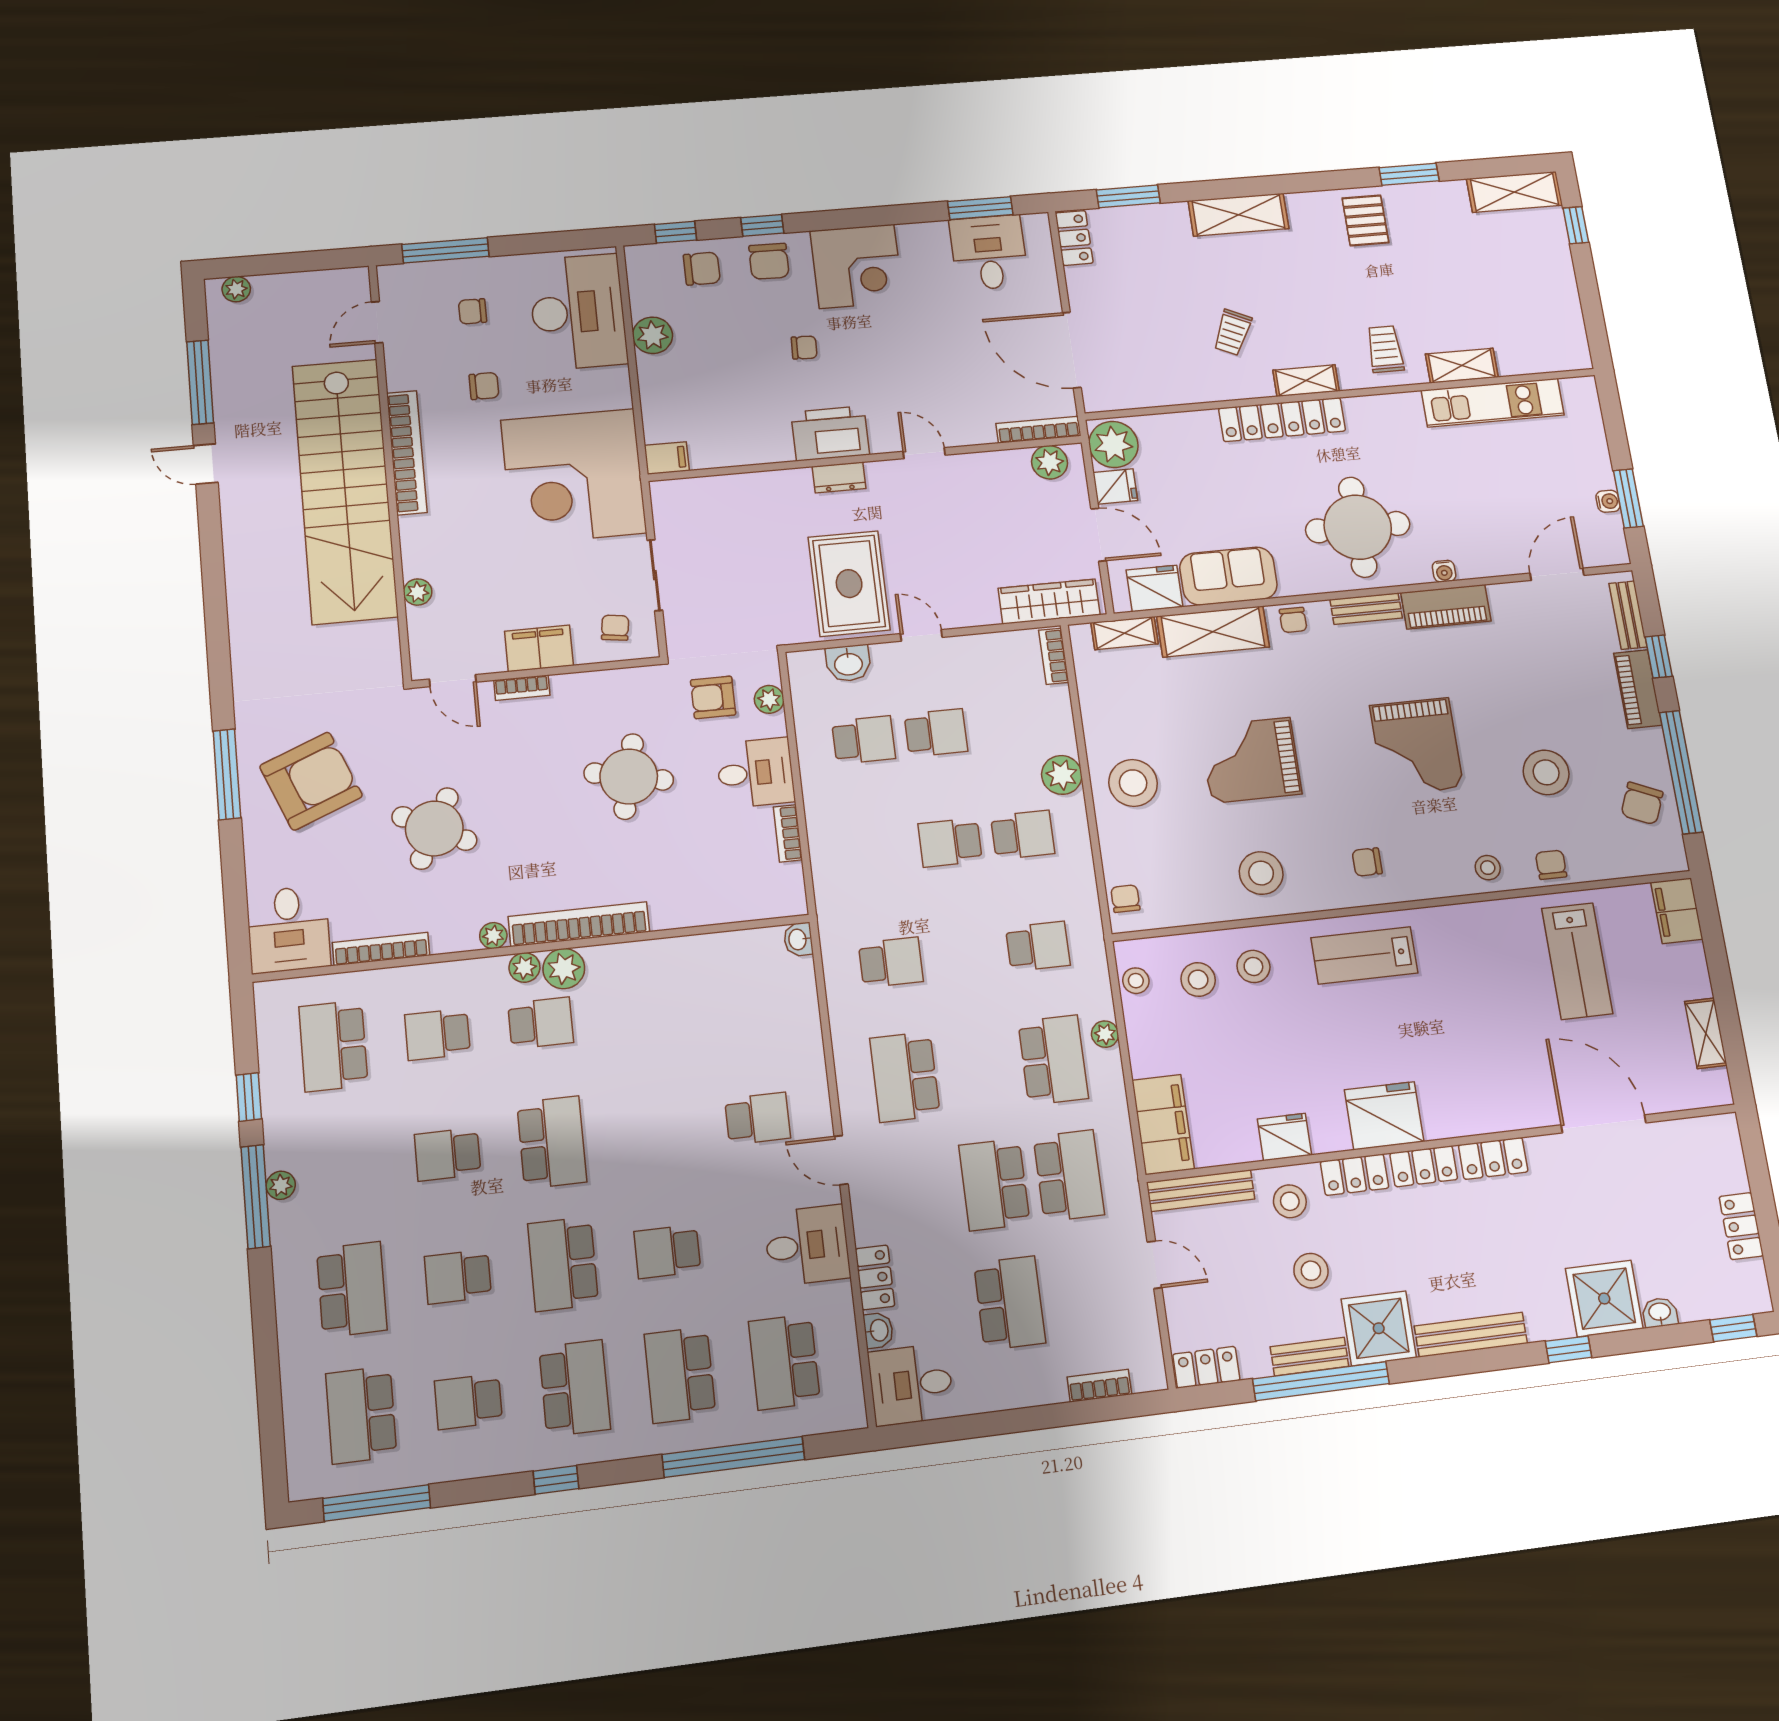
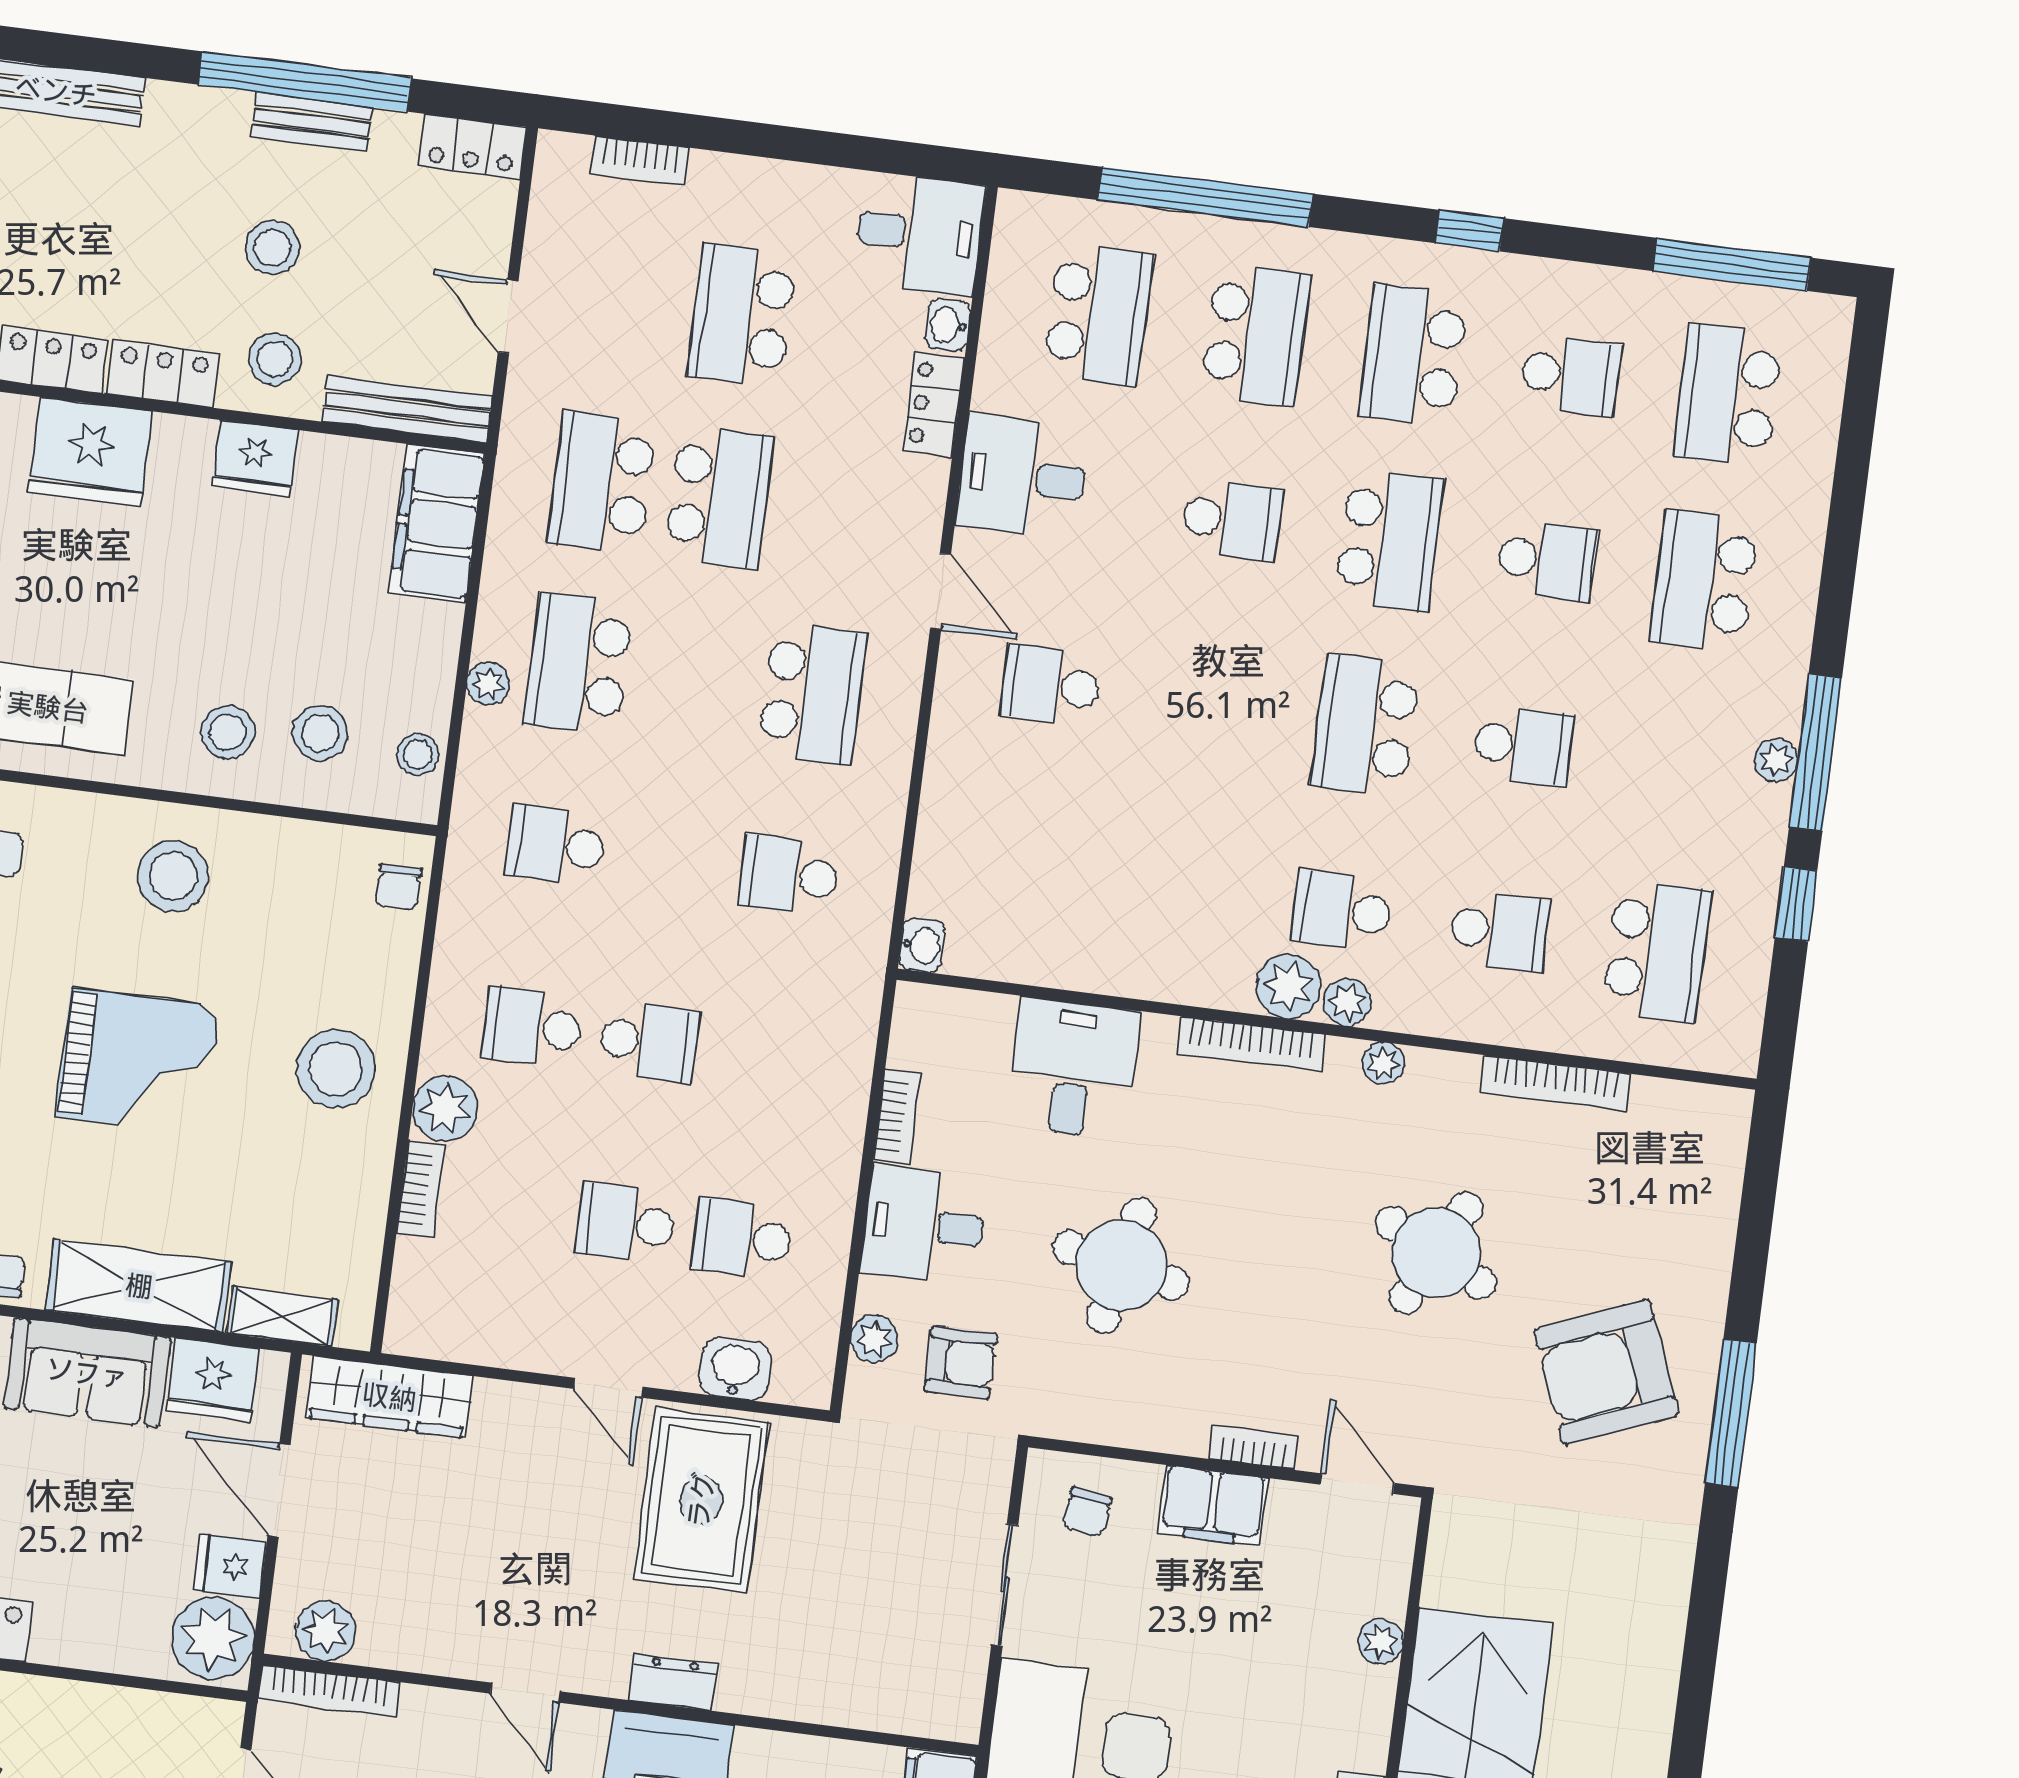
bookcase: (1054, 656) -> (421, 1189), moved
bookcase: (579, 924) -> (1251, 1044), width x0.68, depth x0.76
desk: (288, 929) -> (1073, 1068), moved
shower: (1379, 1328) -> (194, 136), removed
school desk: (361, 1415) -> (1728, 395), turned 180

